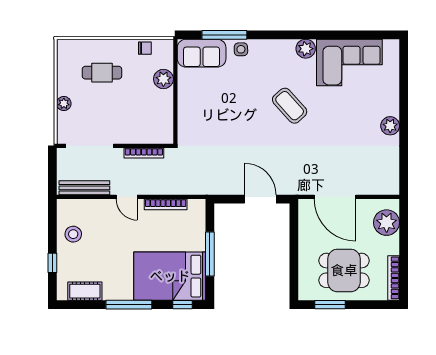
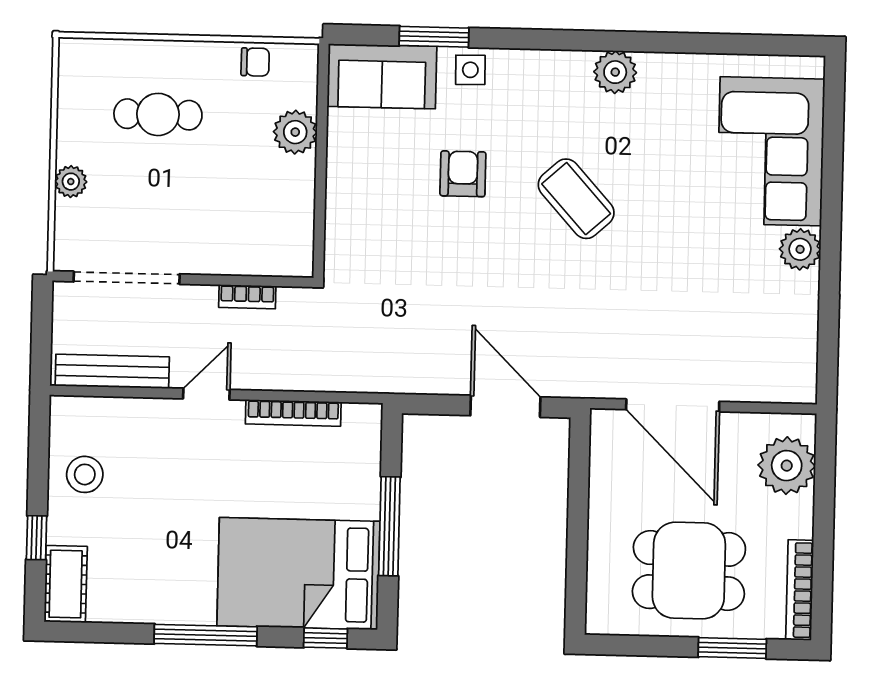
window: (224, 35) -> (434, 37), width x0.69
corner sofa: (349, 63) -> (771, 151), moved, turned 90
armchair: (239, 96) -> (463, 174), added
bookcase: (144, 153) -> (247, 297), width x0.64
door: (127, 197) -> (206, 394), swing flipped
cot: (85, 291) -> (66, 584), moved, turned 90
window: (330, 305) -> (732, 648), moved

